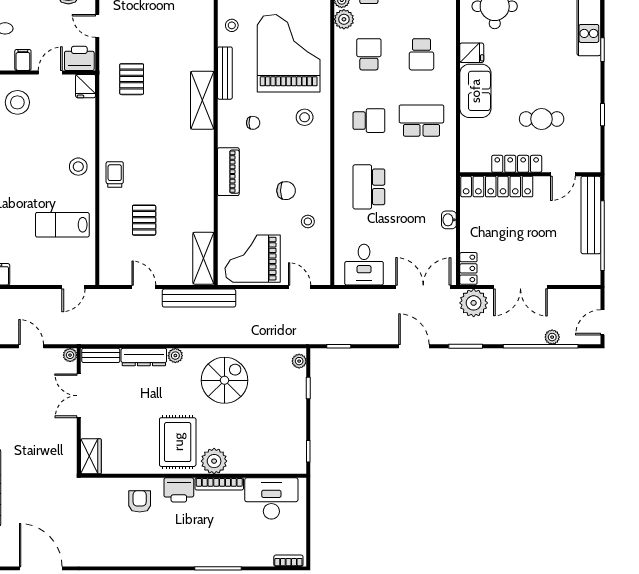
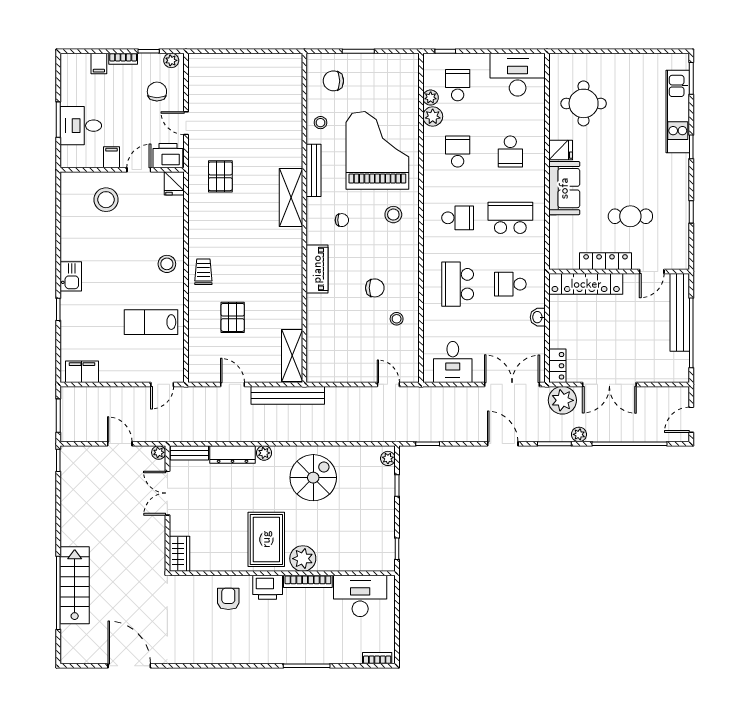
school desk: (421, 187) -> (510, 284), added
grand piano: (253, 259) -> (341, 356), removed
plant: (552, 337) -> (579, 434), moved

